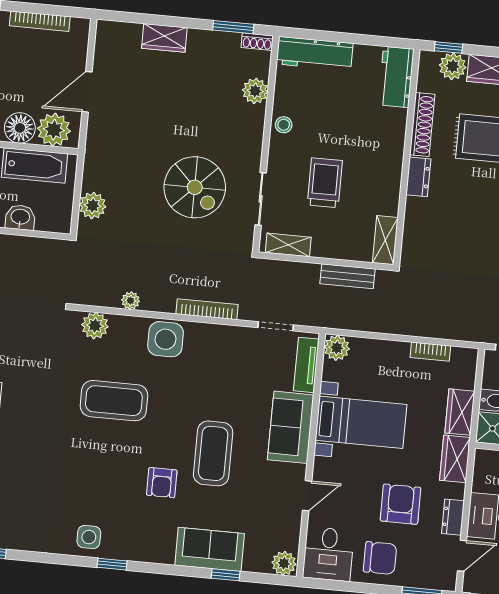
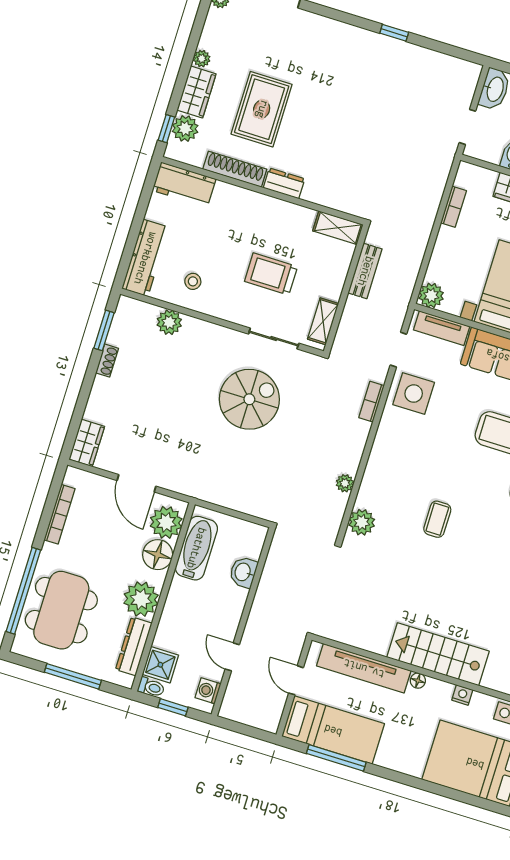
wardrobe: (164, 38) -> (87, 443), moved
shoe rack: (257, 42) -> (107, 361), moved
stool: (284, 125) -> (193, 281), moved
plant: (93, 206) -> (246, 501), removed
bookcase: (207, 309) -> (372, 402), width x0.64
side table: (166, 339) -> (414, 394), moved
coffee table: (114, 401) -> (437, 519), width x0.54, depth x0.58

